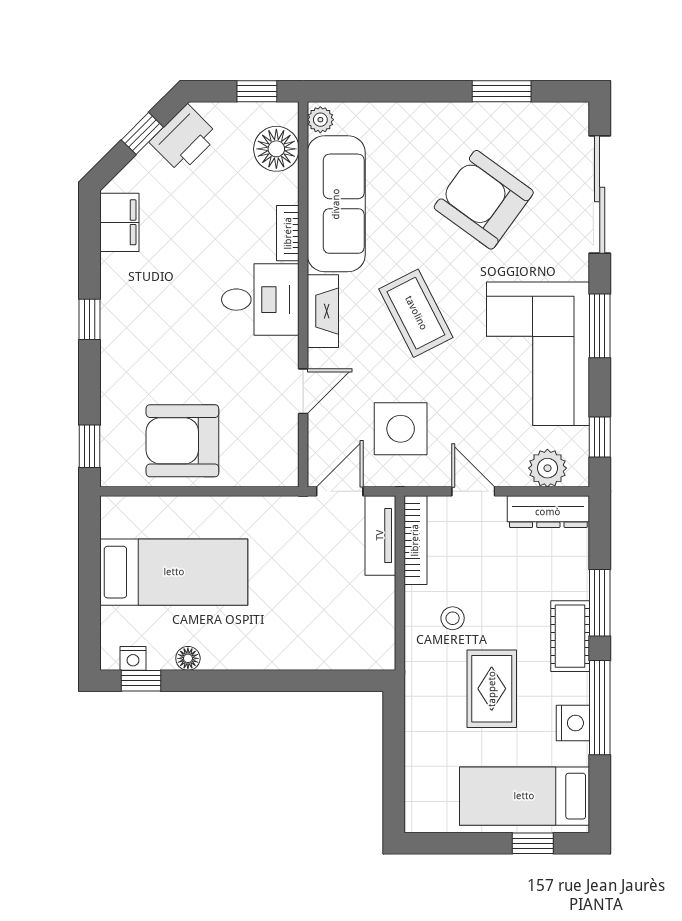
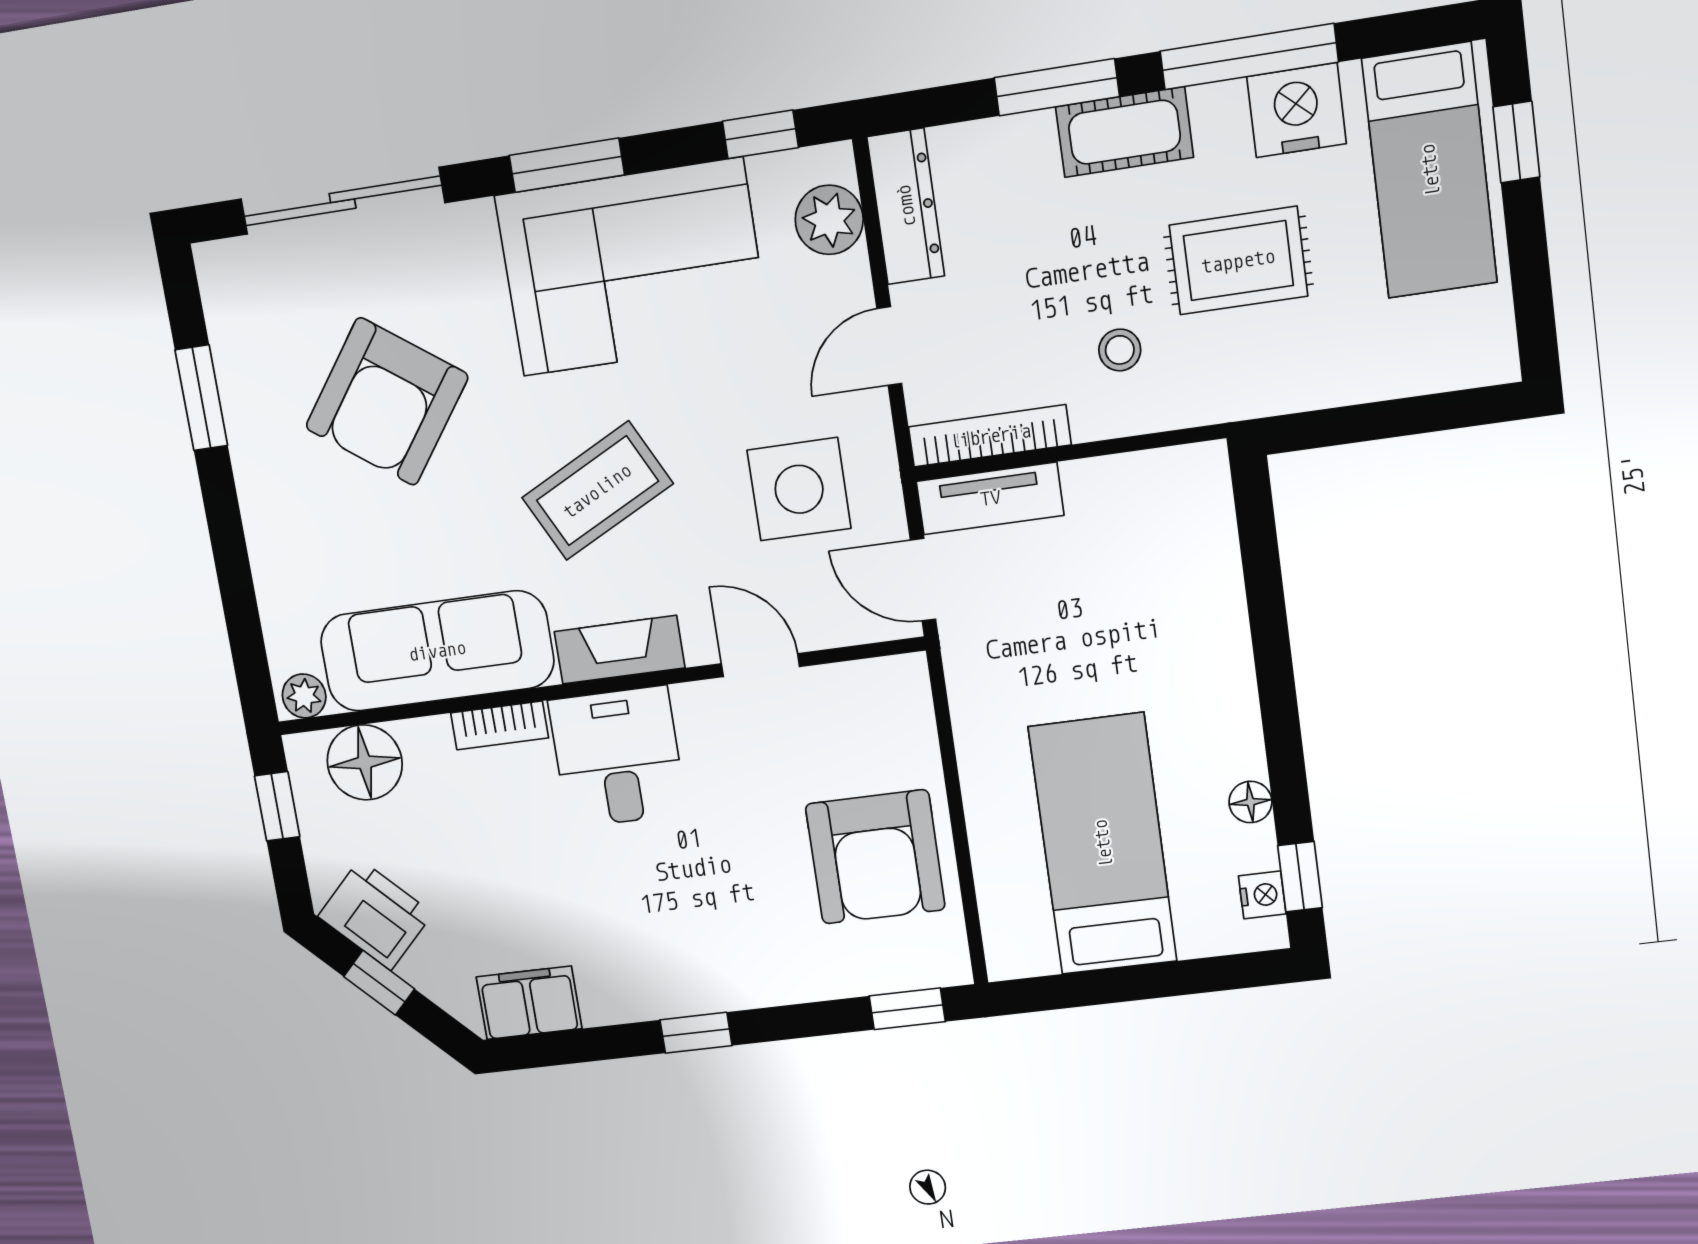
nightstand: (573, 723) -> (1297, 110), width x1.36, depth x1.33

